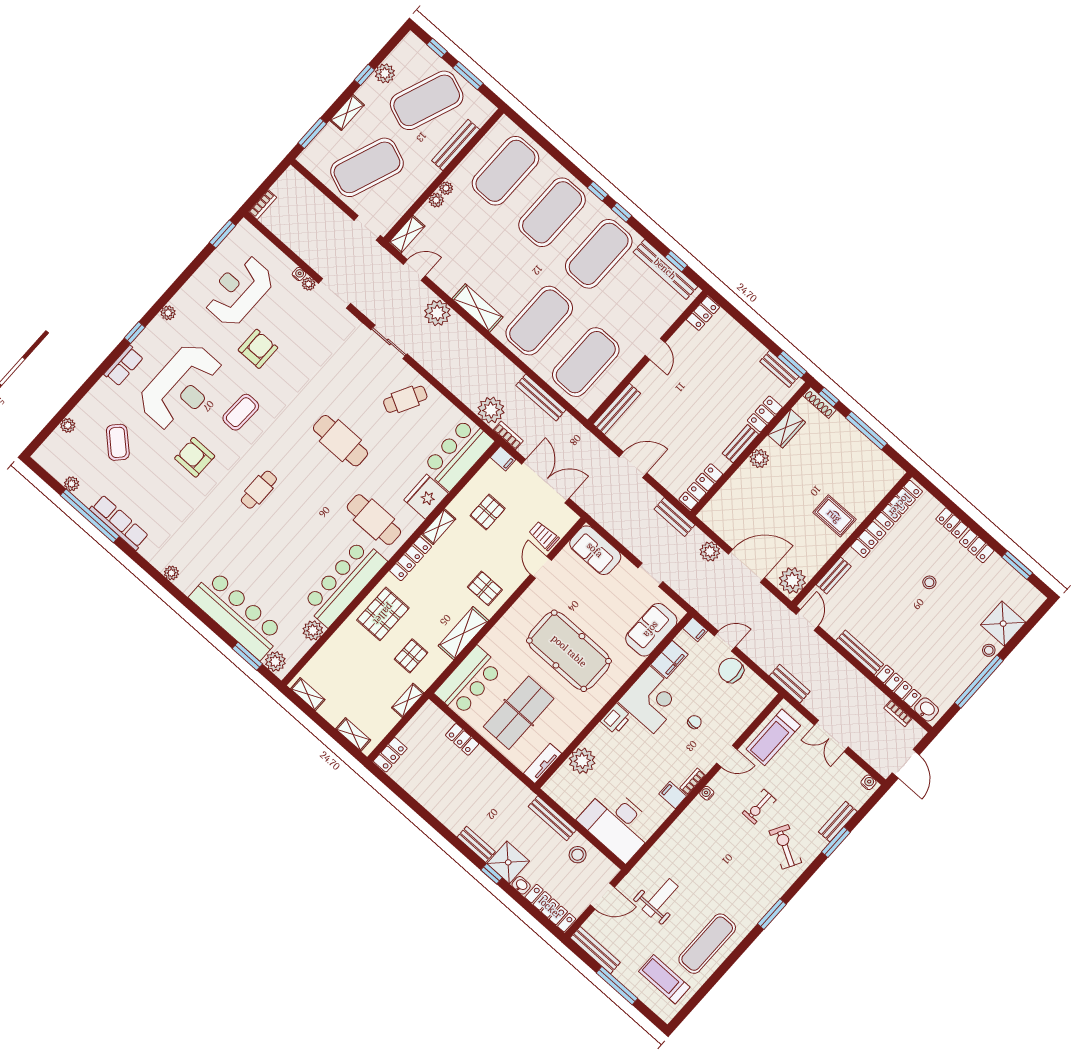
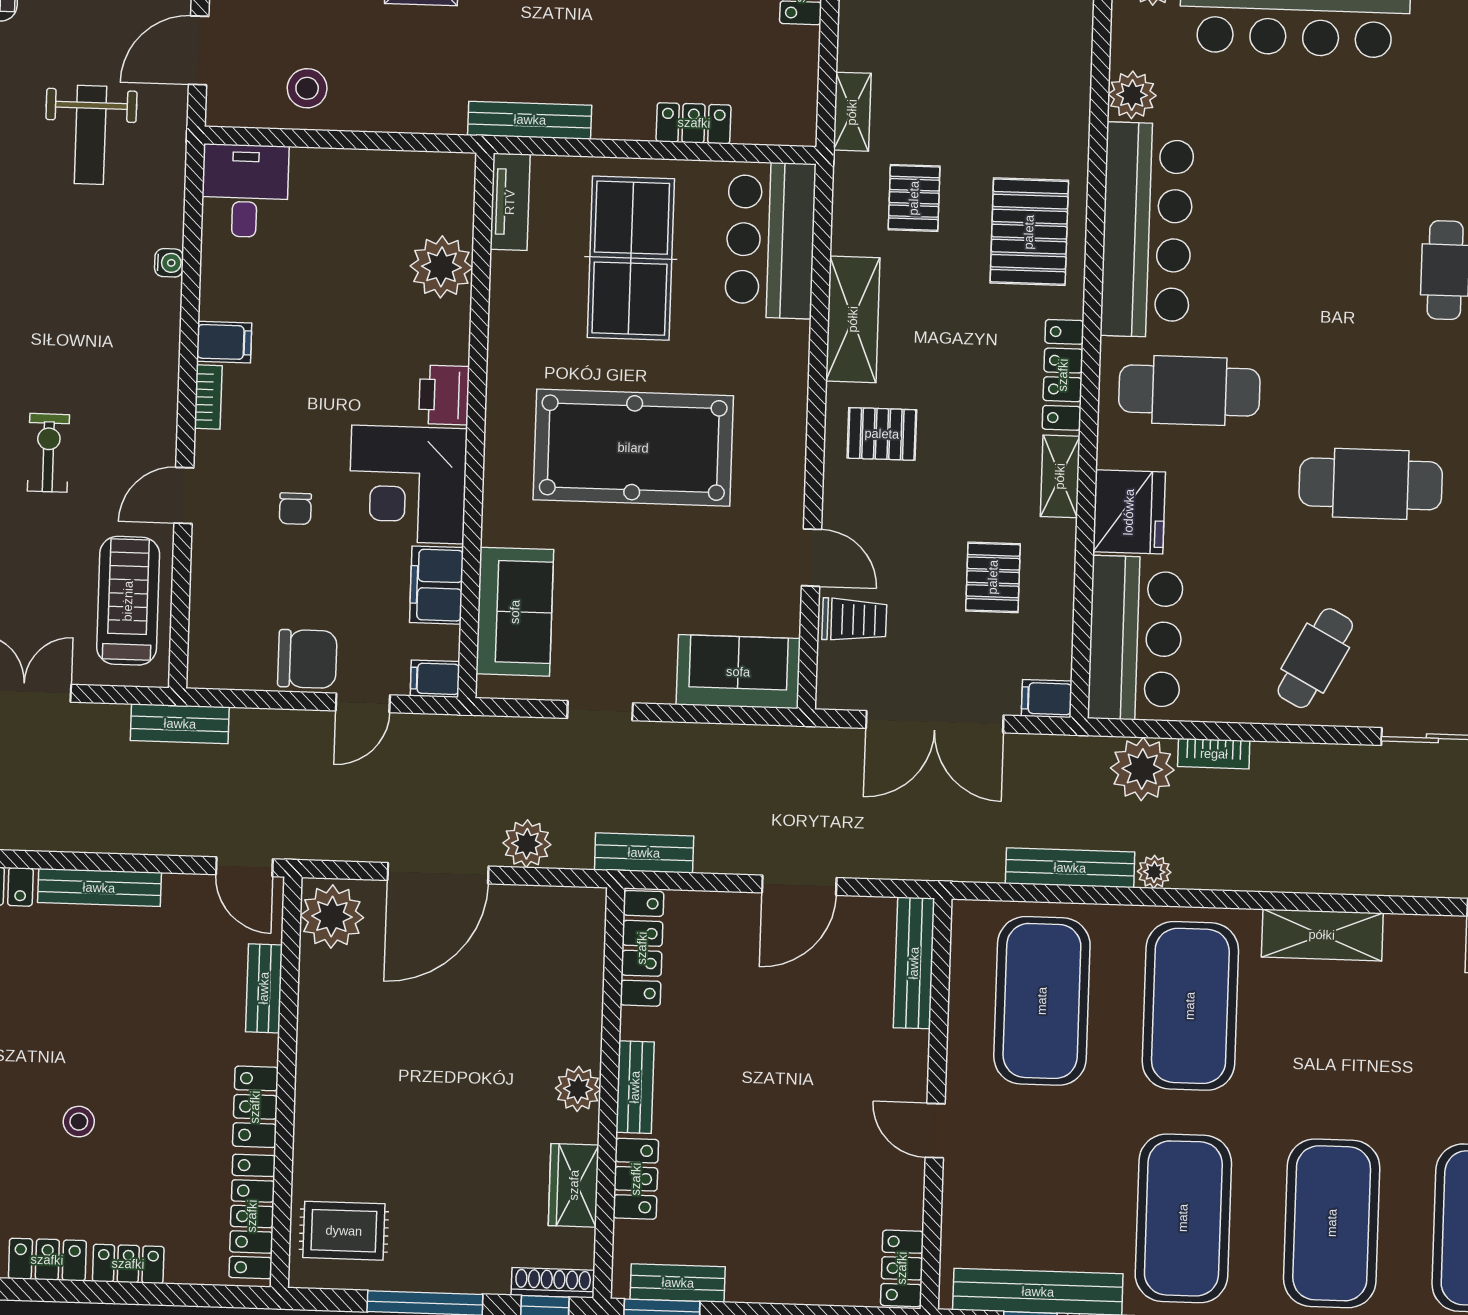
plant: (437, 313) -> (1154, 872), moved, width x0.53, depth x0.53
bookcase: (508, 435) -> (1214, 754), moved
rug: (834, 516) -> (344, 1231), moved
water cooler: (707, 793) -> (169, 263), moved
bench: (552, 818) -> (530, 120), moved
desk: (617, 824) -> (245, 191), width x0.53, depth x0.77

